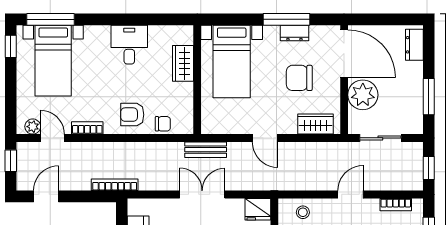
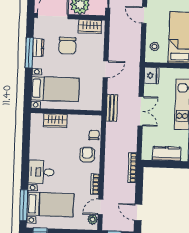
desk: (129, 45) -> (41, 172), moved
armchair: (132, 115) -> (87, 155), turned 180
wardrobe: (316, 124) -> (90, 26), moved, turned -90
double door: (202, 194) -> (141, 111), swing flipped

